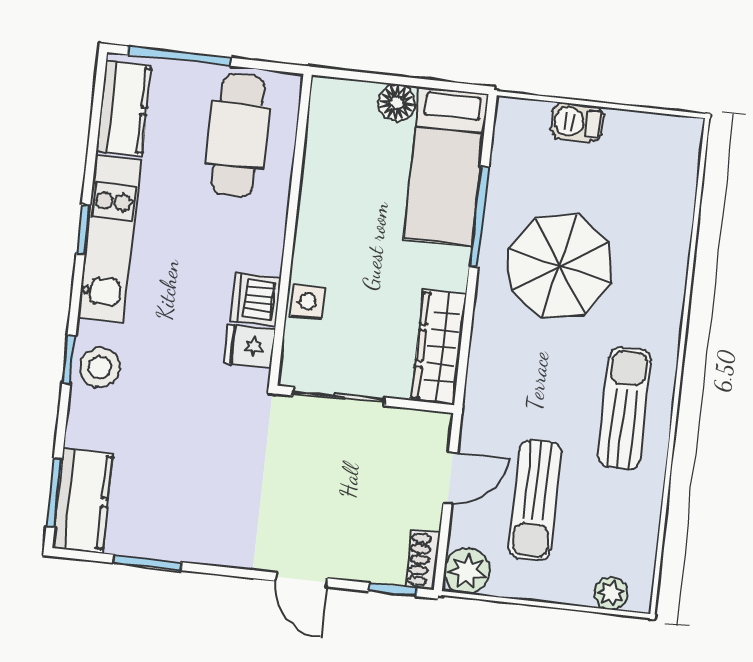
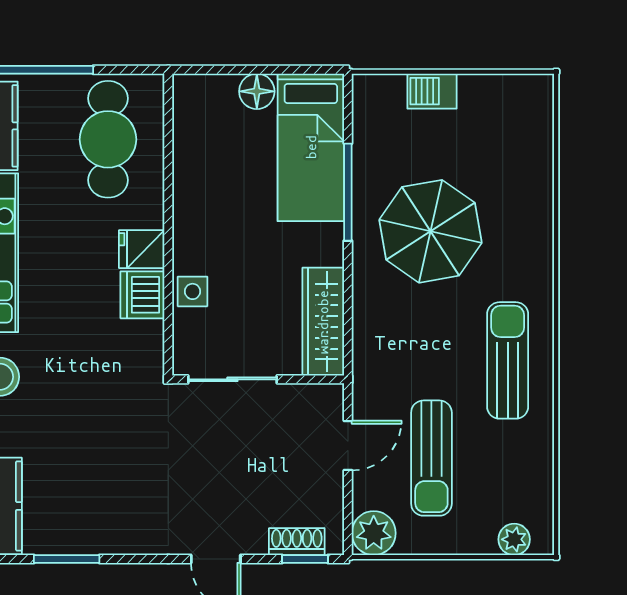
fridge: (250, 346) -> (142, 249), moved
shoe rack: (423, 560) -> (297, 542), moved, turned 90

